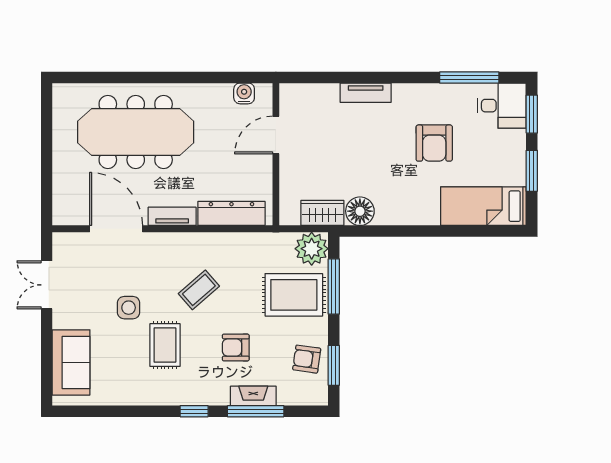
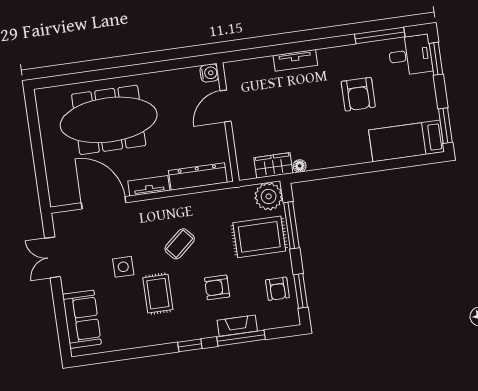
water cooler: (244, 93) -> (209, 73), moved, turned 90
window: (532, 171) -> (445, 126), moved
floor lamp: (360, 211) -> (300, 166), width x0.53, depth x0.53
armchair: (307, 359) -> (277, 289), turned -98

